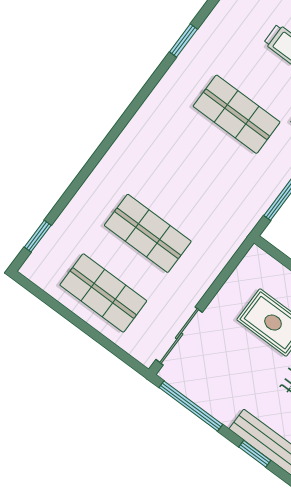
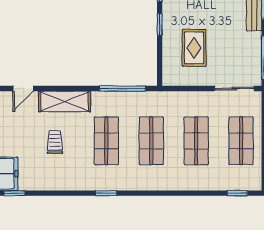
window: (183, 41) -> (106, 193), moved
shop shelf: (192, 174) -> (151, 141), added

